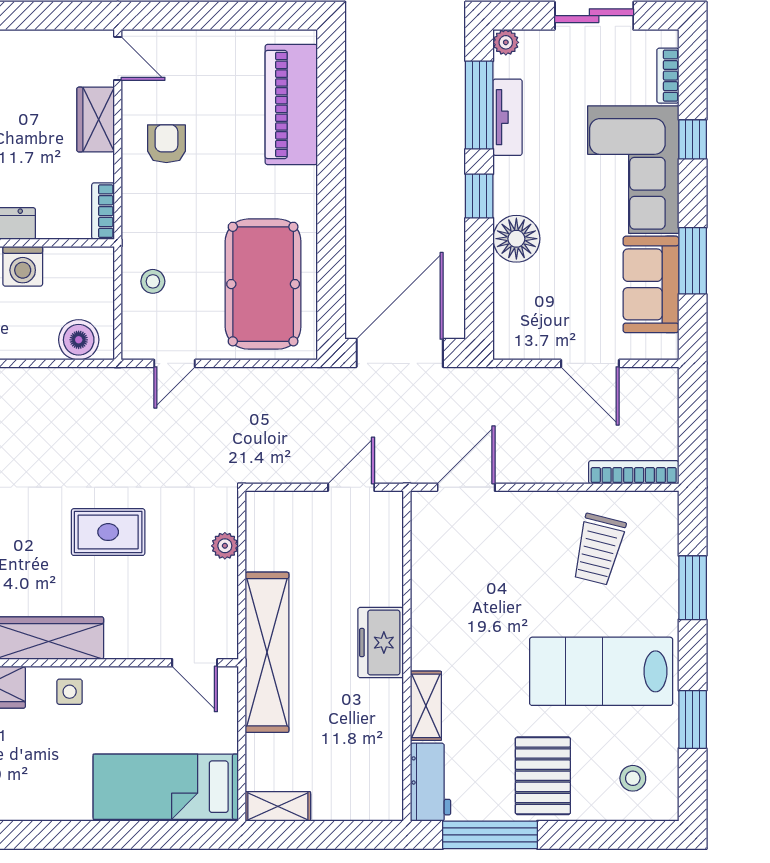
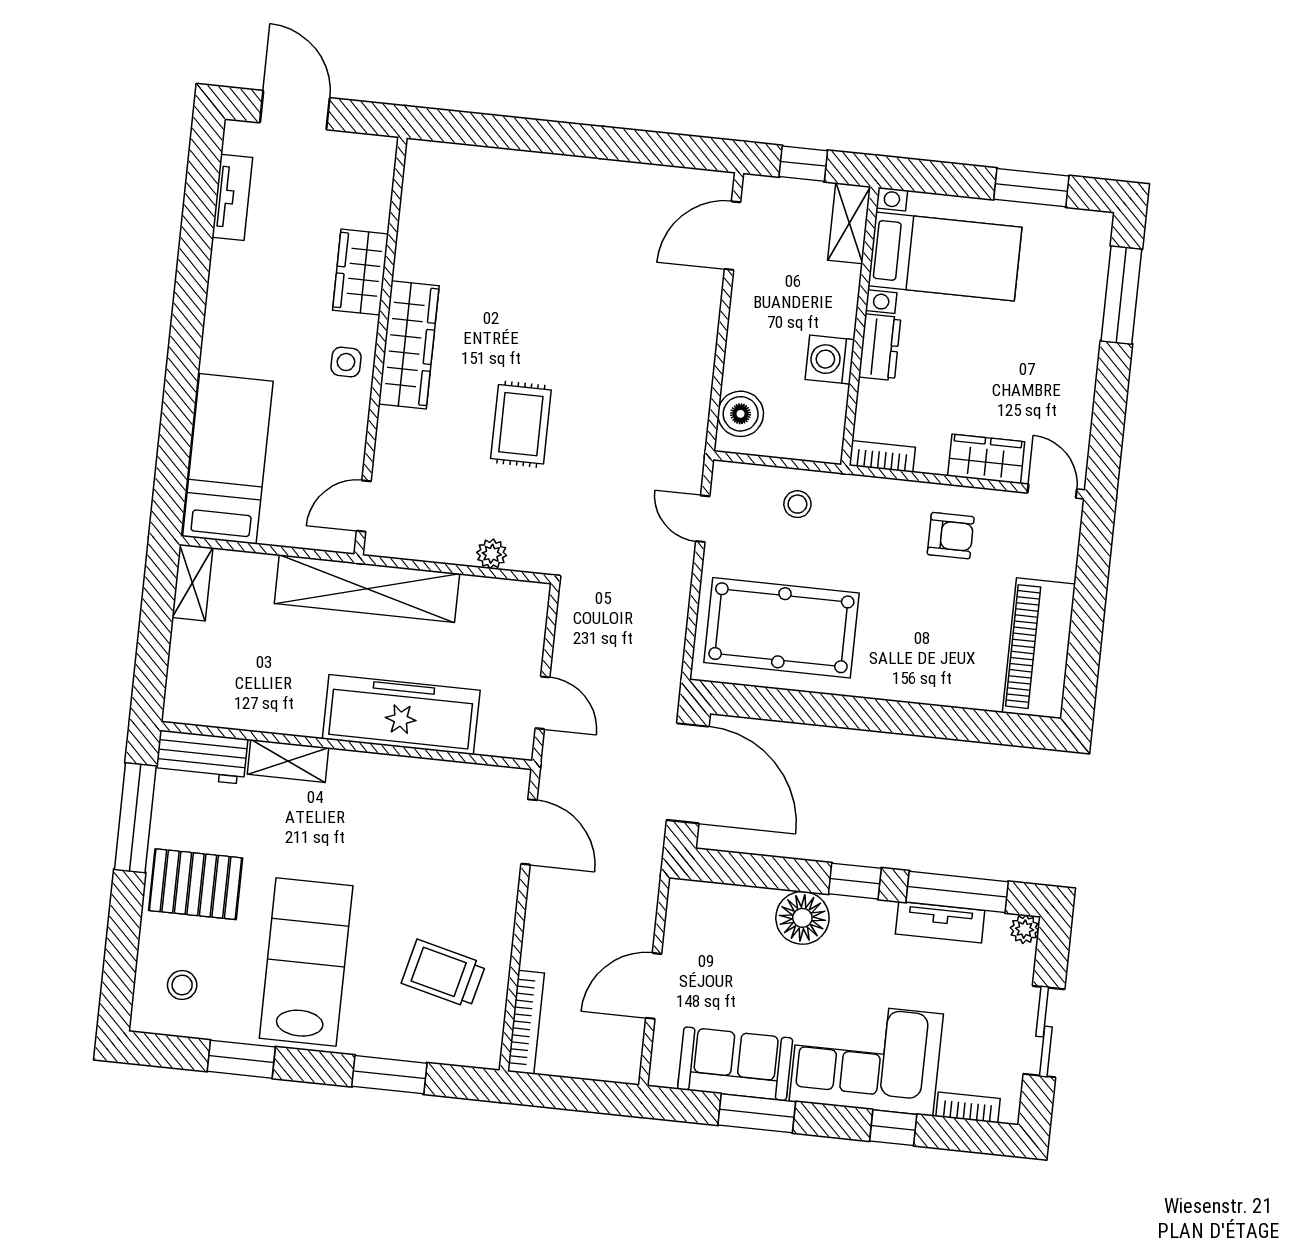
door: (118, 58) -> (1052, 491), swing flipped
piano: (291, 104) -> (1039, 648), moved, turned -90
freezer: (381, 643) -> (401, 715), width x1.91, depth x1.26

